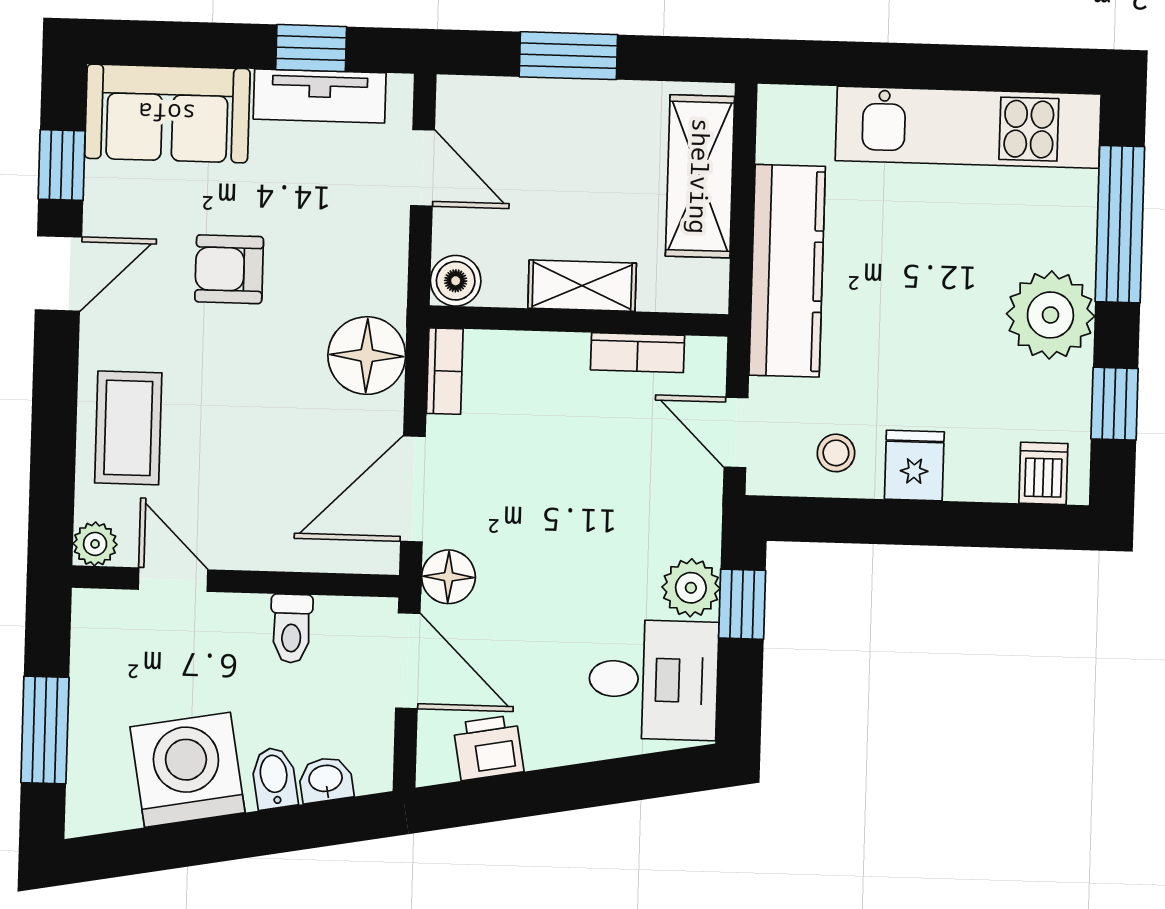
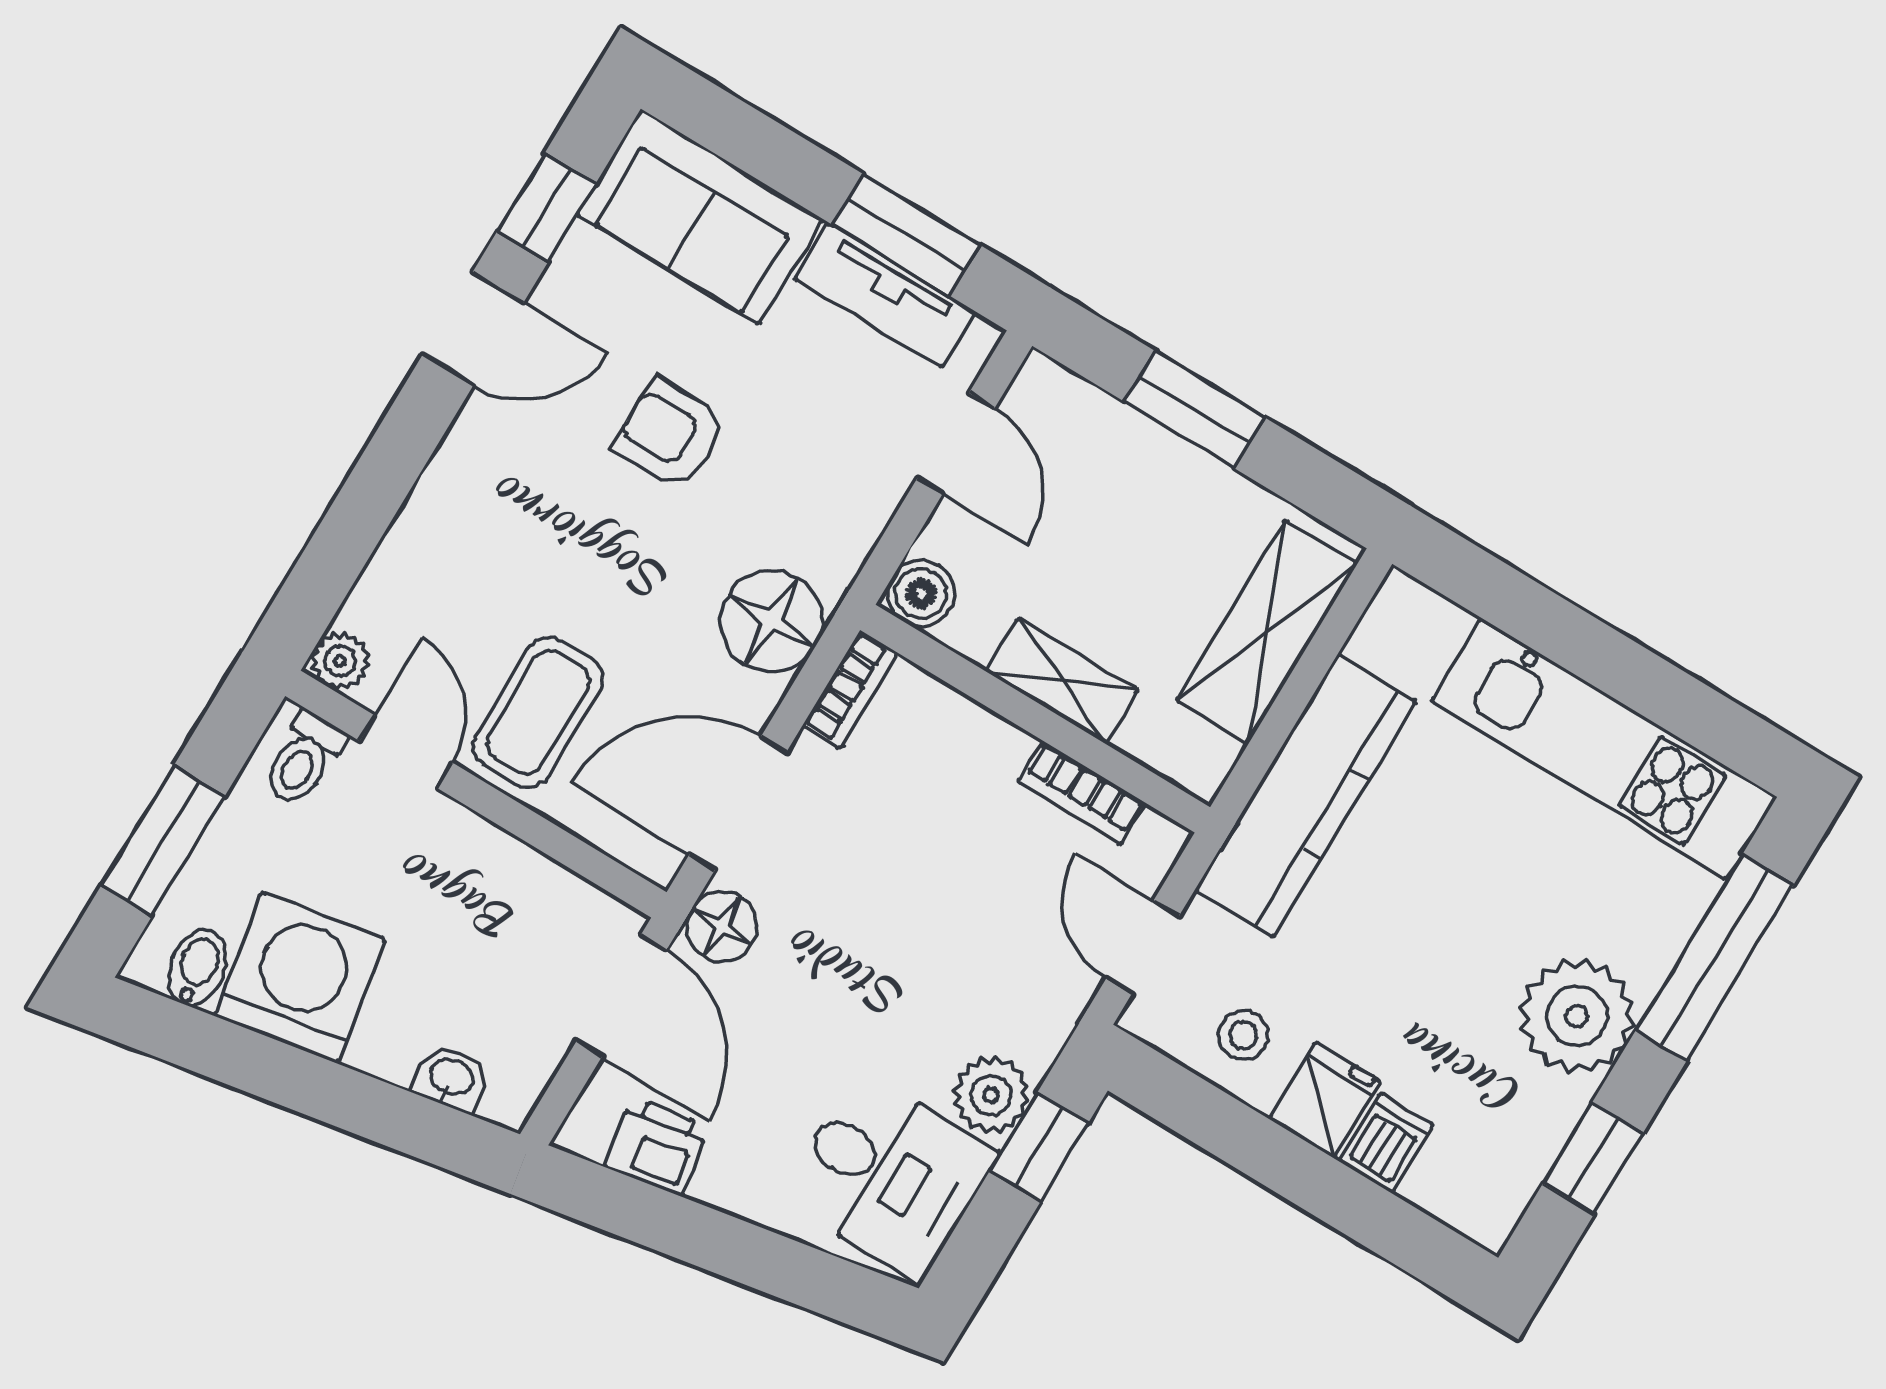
window: (311, 48) -> (906, 235), width x1.50
coffee table: (128, 428) -> (538, 712), moved
dishwasher: (1043, 473) -> (1386, 1143), moved
toilet: (291, 628) -> (304, 759), moved
bidet: (274, 778) -> (197, 968), moved

